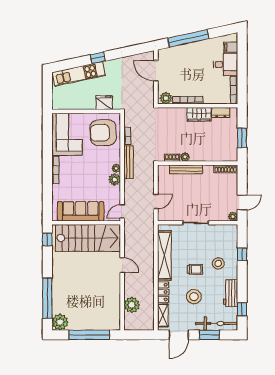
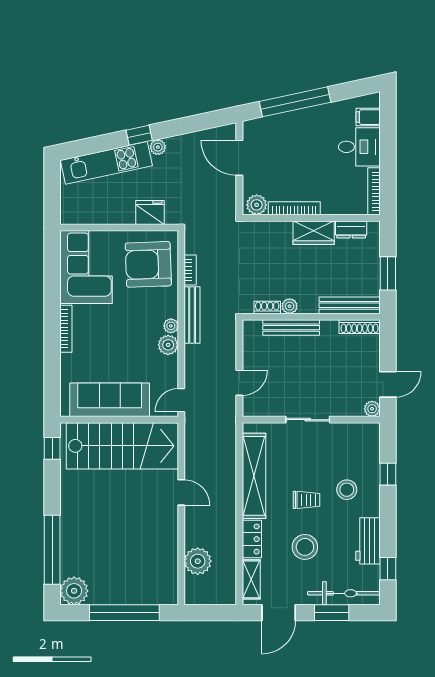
plant: (109, 65) -> (158, 147), added
bench: (220, 156) -> (350, 305), added

